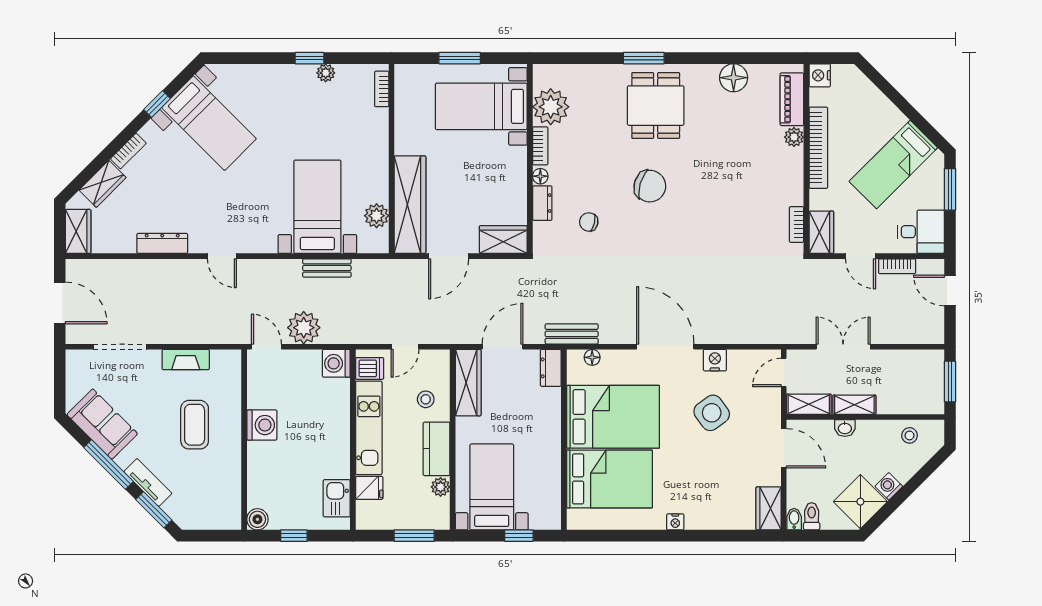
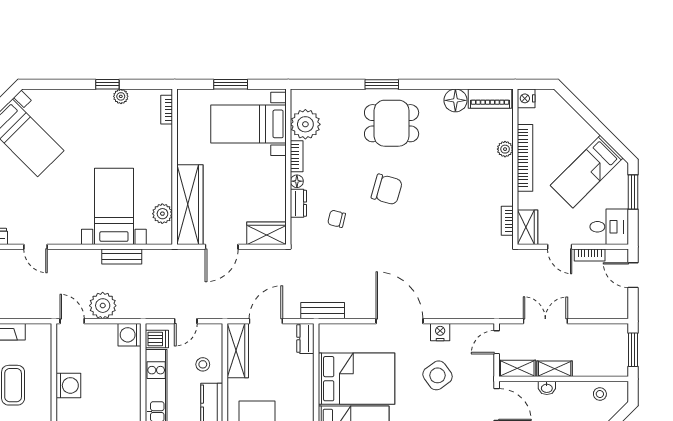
piano: (792, 99) -> (490, 99), moved, turned -90
dining table: (656, 106) -> (392, 123), turned 90
floor lamp: (592, 357) -> (339, 330), removed

